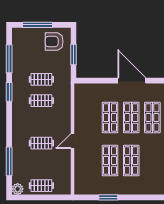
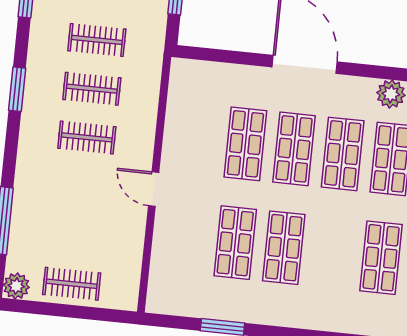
window: (9, 92) -> (17, 89), moved
door: (72, 141) -> (154, 189), hinge flipped
clothes rail: (41, 143) -> (87, 137), moved

